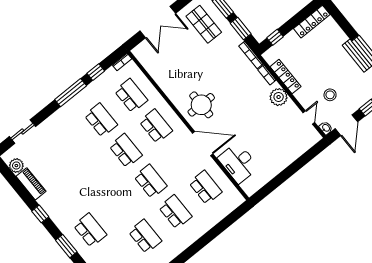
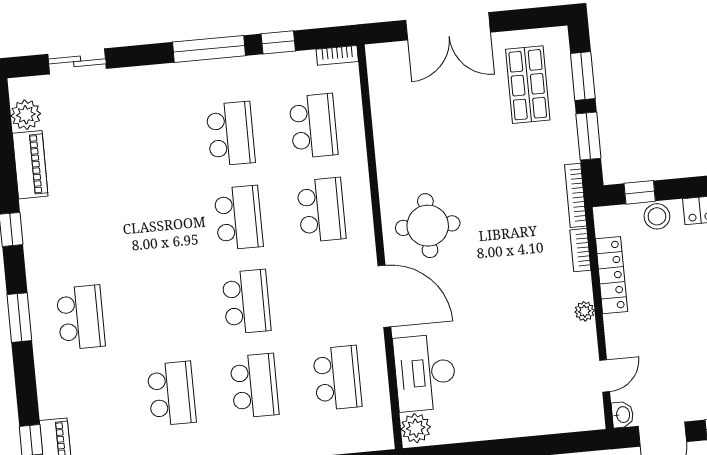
stool: (330, 95) -> (657, 216), moved
plant: (279, 97) -> (585, 311), width x0.53, depth x0.53
plant: (249, 187) -> (416, 428), added

